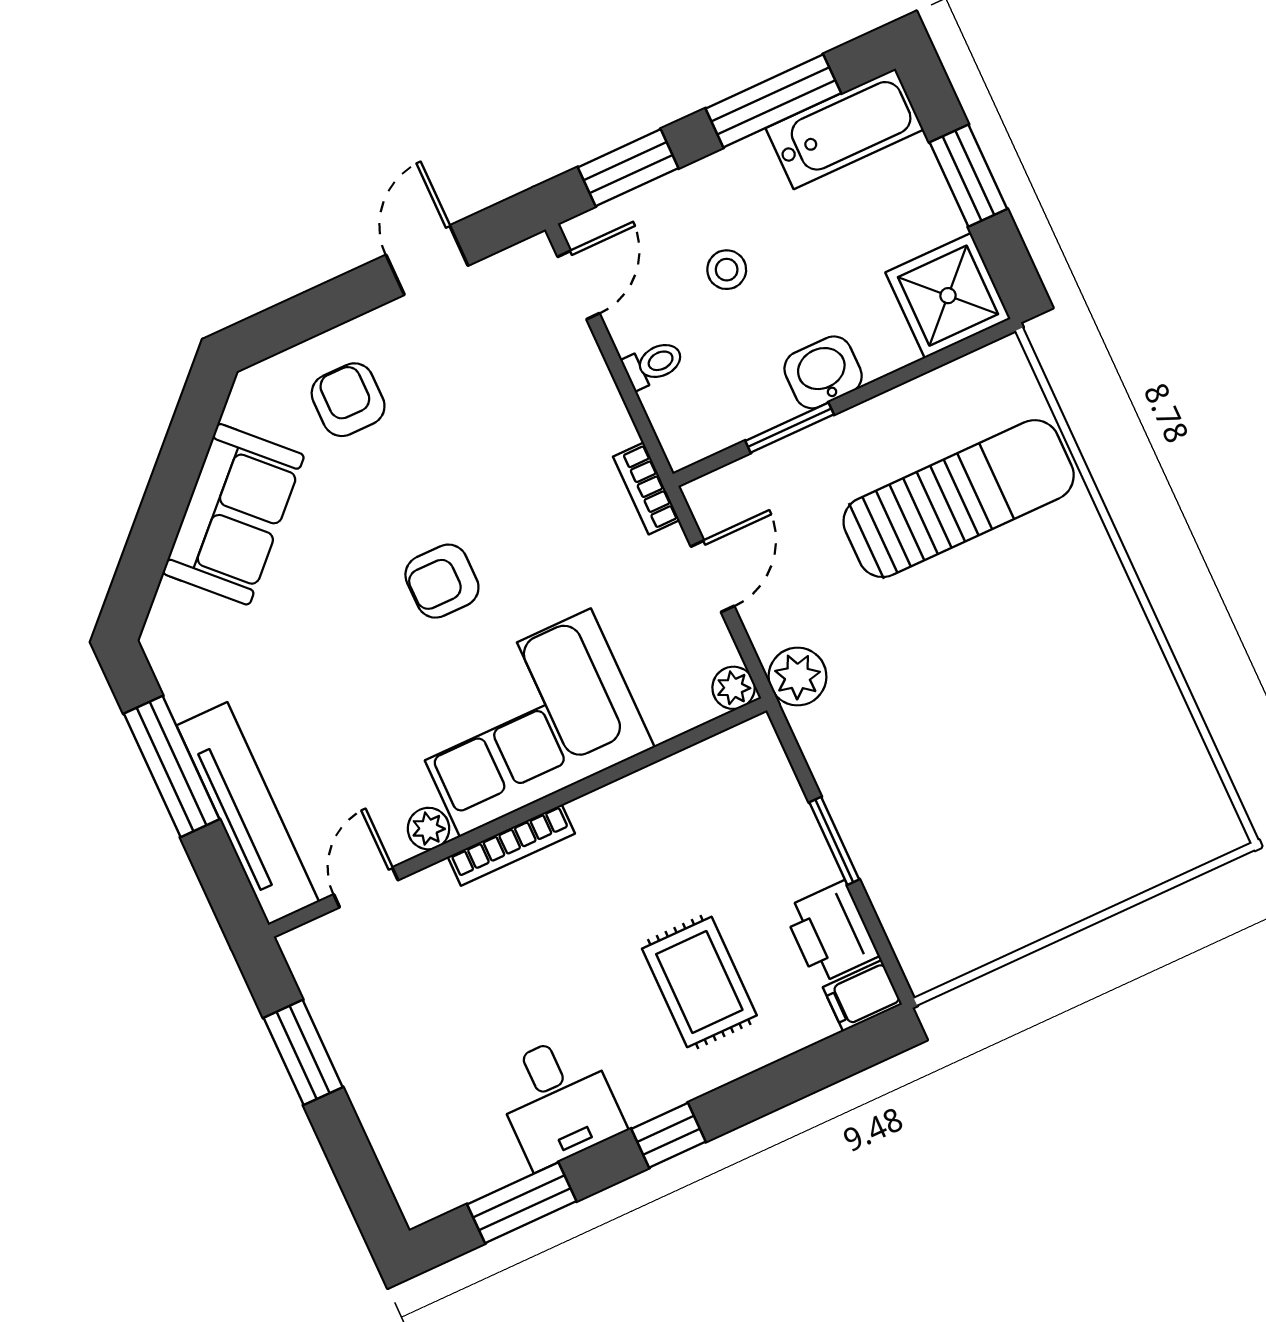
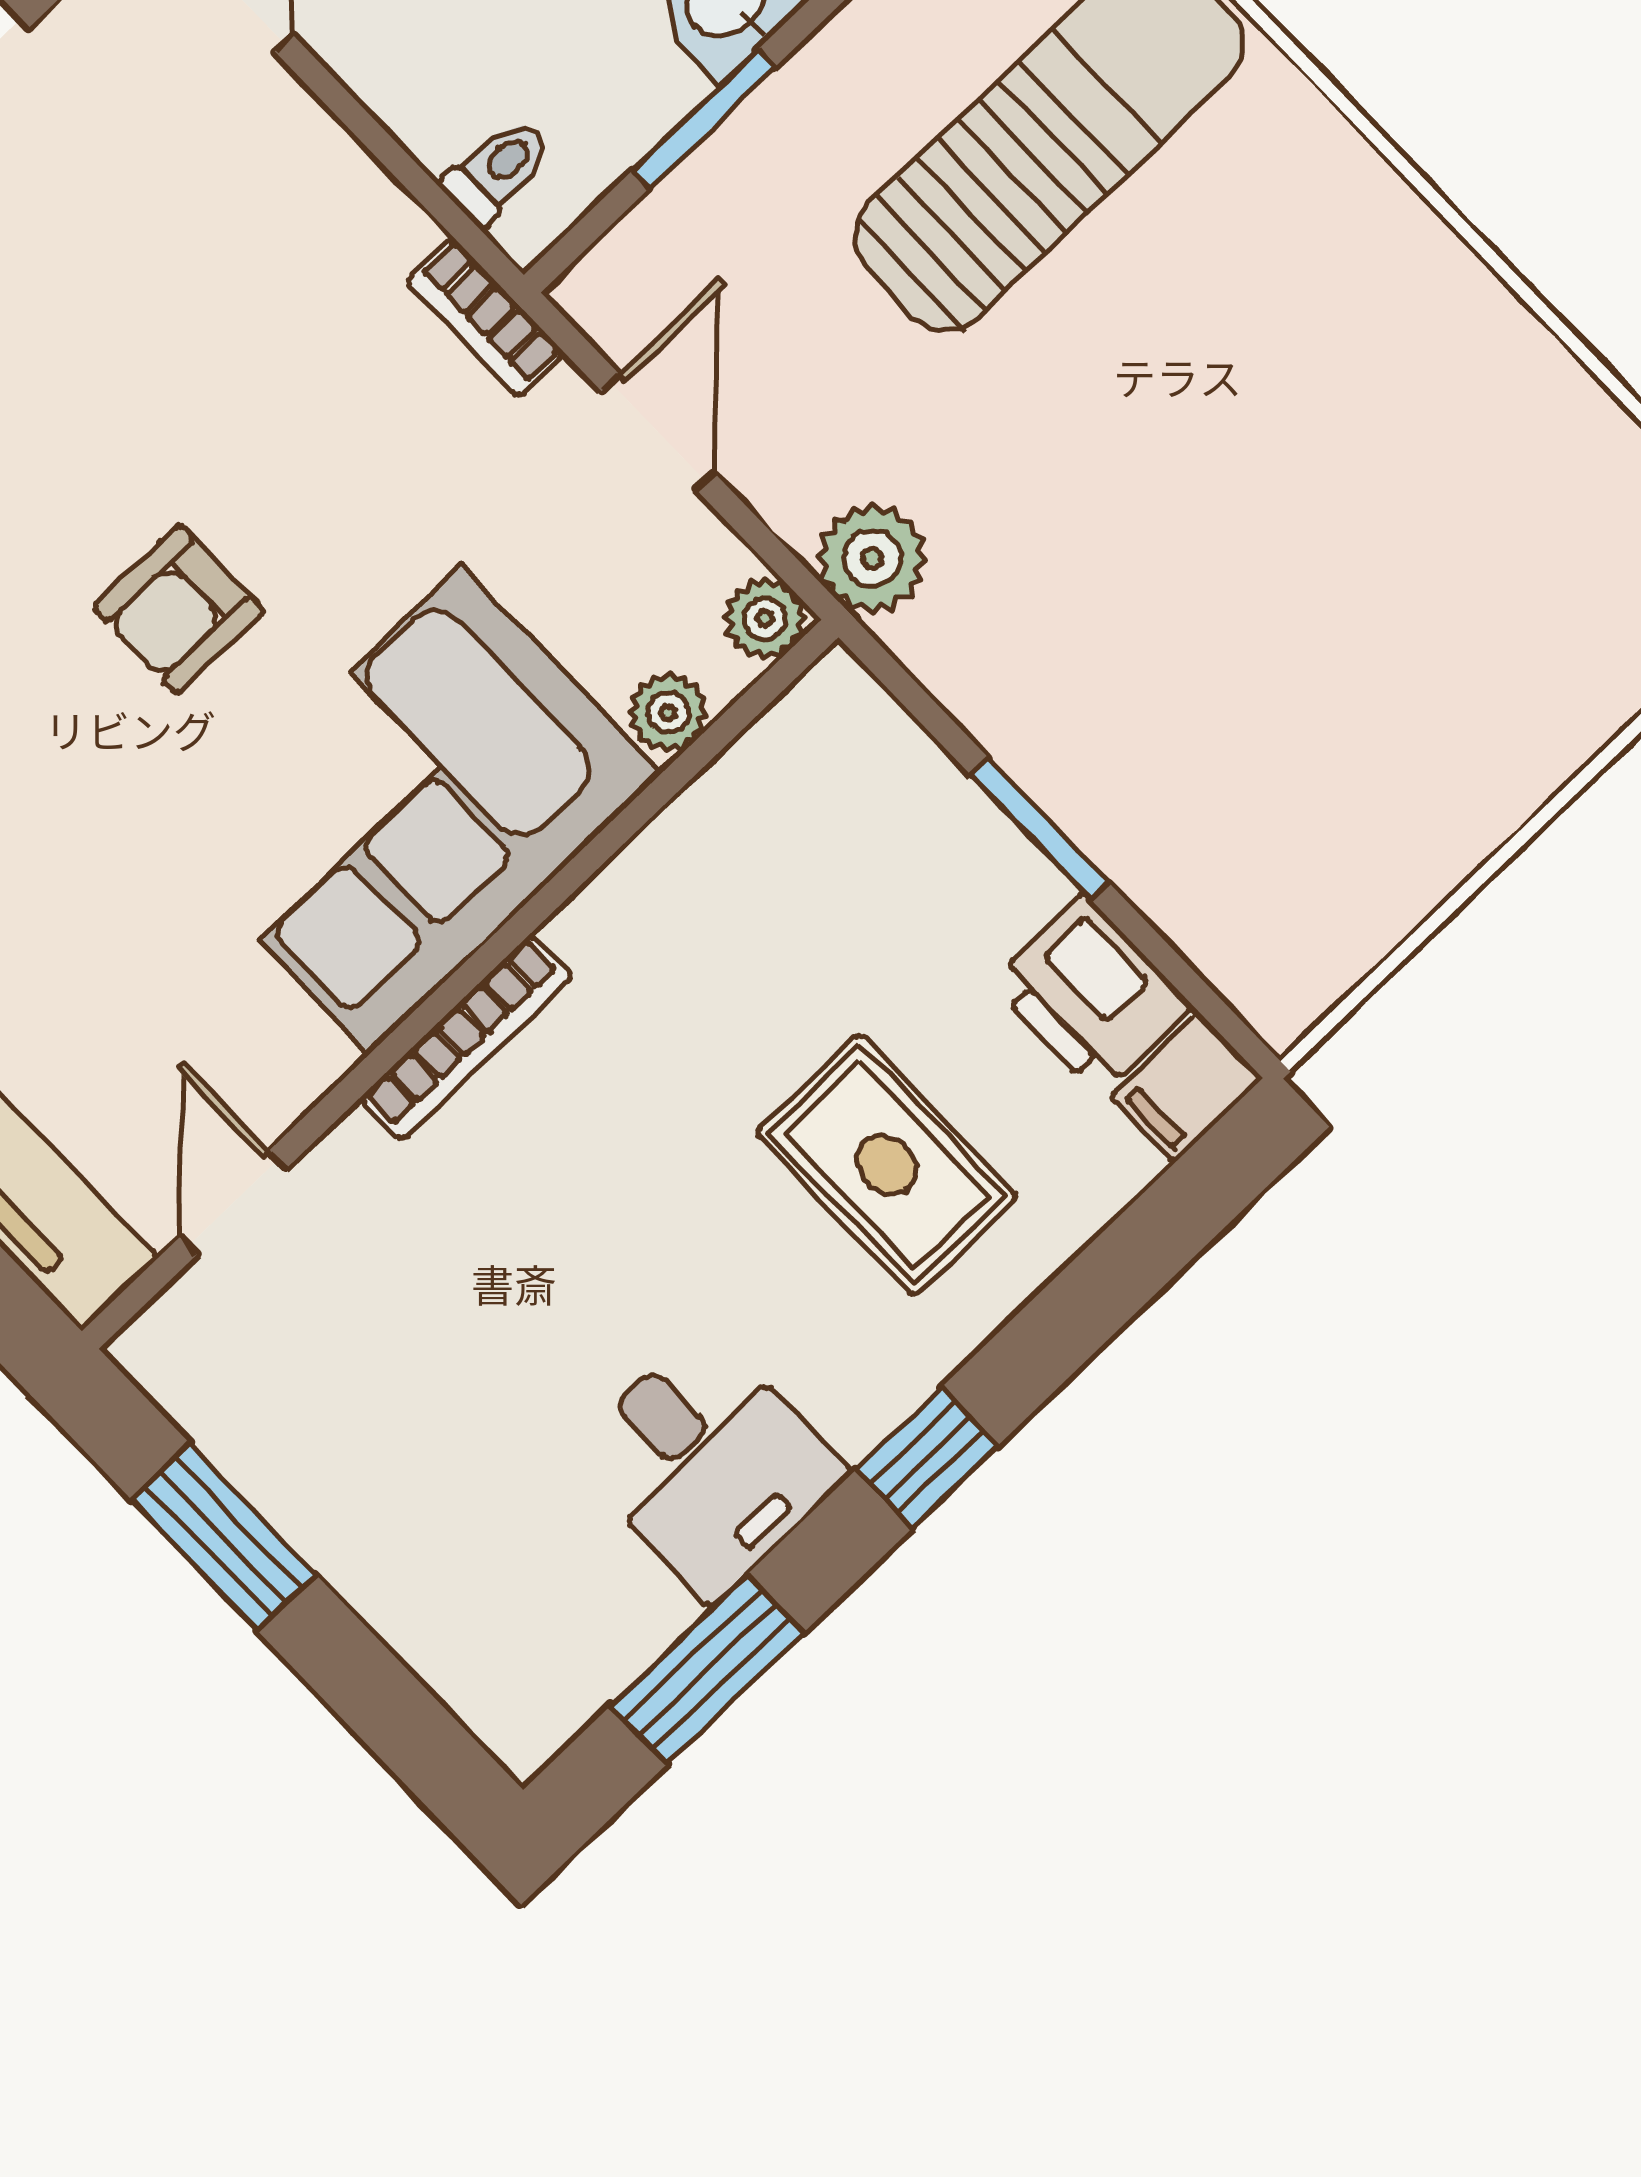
toilet: (653, 364) -> (497, 170), moved
plant: (428, 829) -> (668, 712), moved

